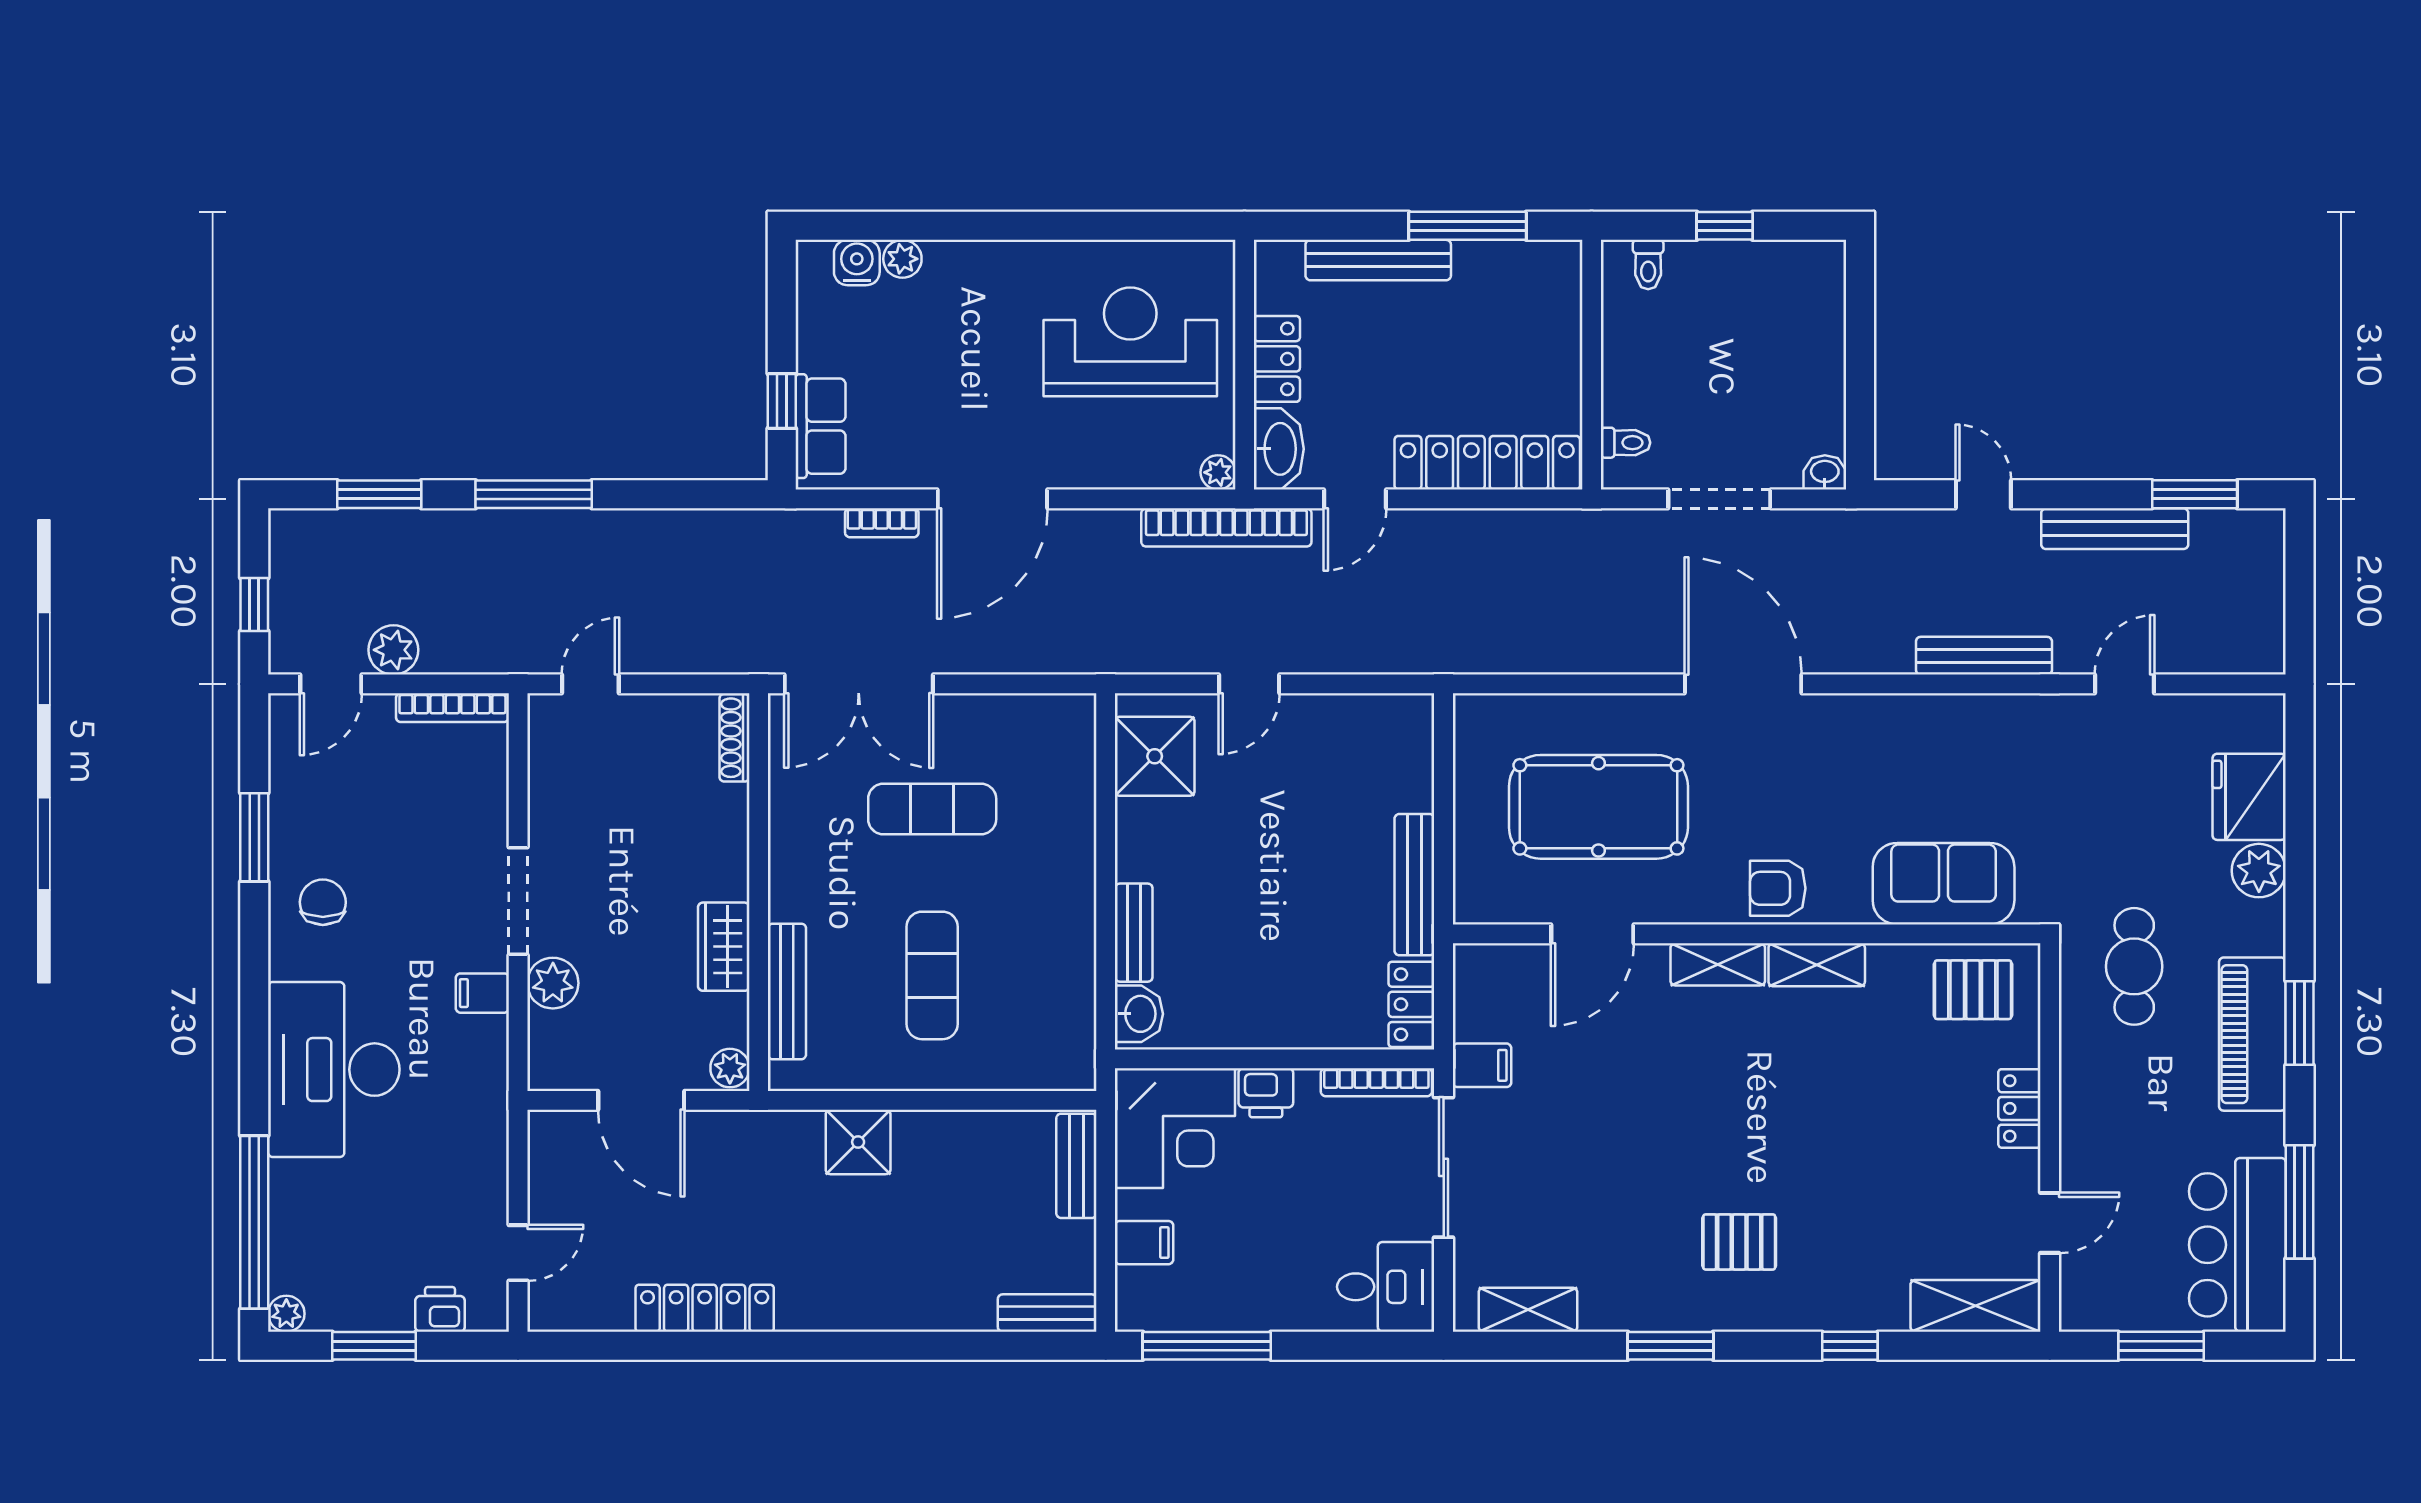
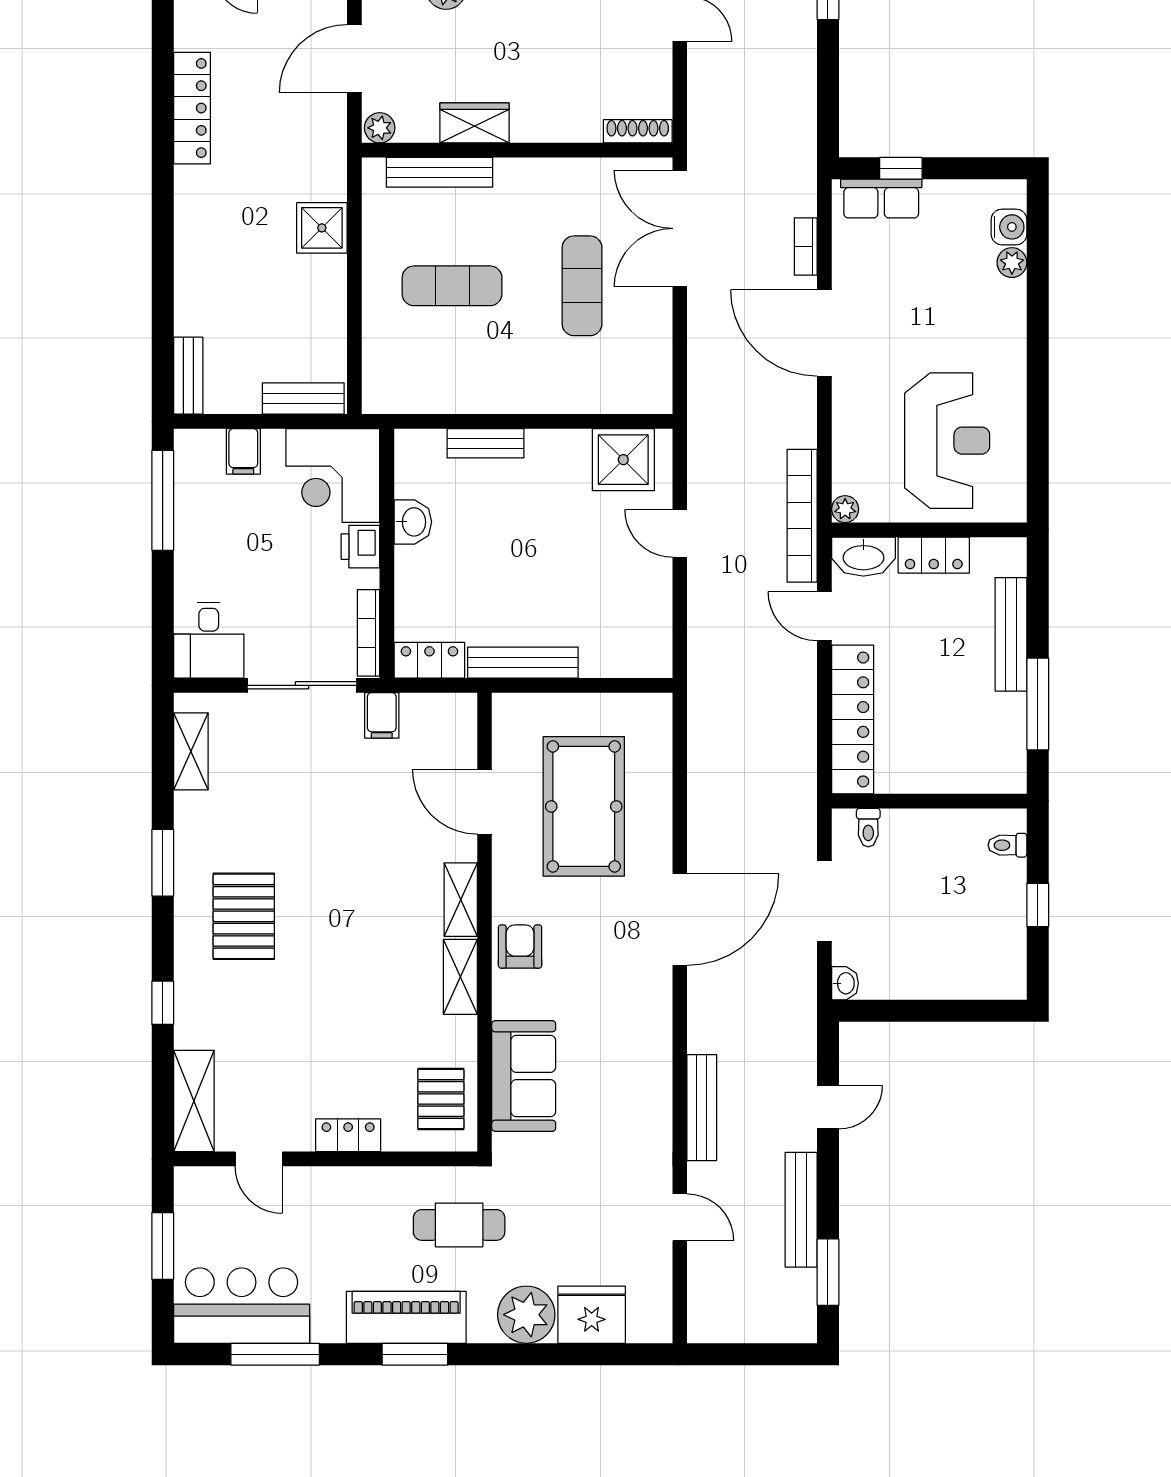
plant: (2259, 871) -> (526, 1315), width x1.36, depth x1.36
washbasin: (1139, 1014) -> (413, 522), moved, turned -90
pallet: (1739, 1242) -> (244, 916), width x1.50, depth x1.42

